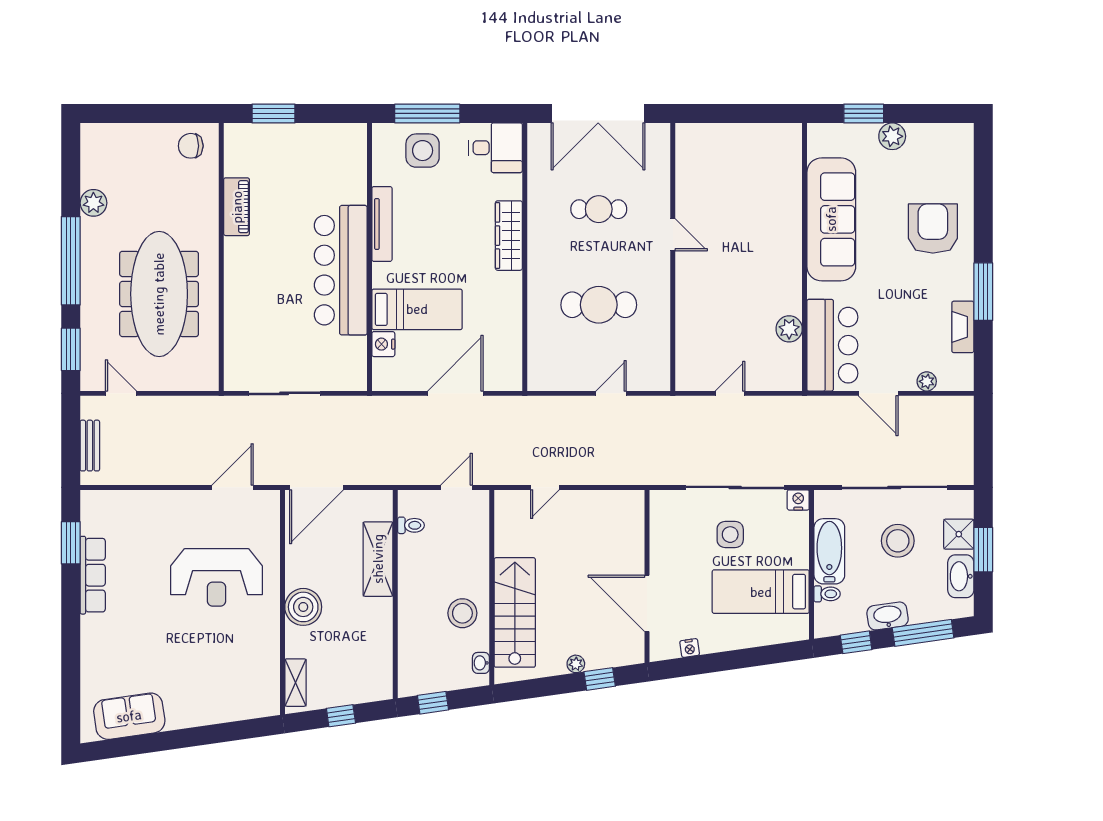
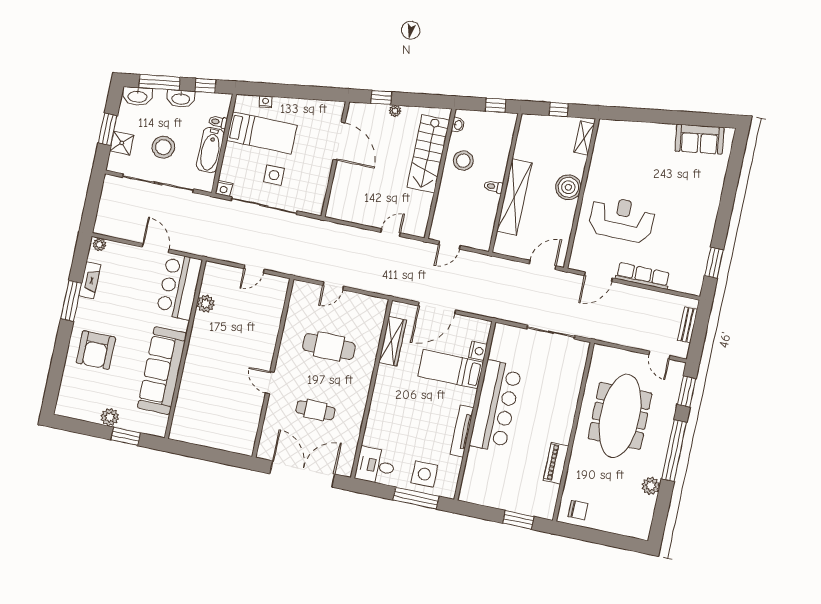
wardrobe: (509, 236) -> (393, 341), moved
plant: (927, 381) -> (100, 244), moved
door: (316, 487) -> (543, 265), width x0.73
toilet: (411, 525) -> (494, 187), moved
shelving: (378, 559) -> (514, 197), width x1.47
row of seats: (93, 575) -> (643, 276), moved, turned 90
washbasin: (961, 576) -> (137, 96), moved, turned 82
nightstand: (690, 648) -> (266, 102), moved

